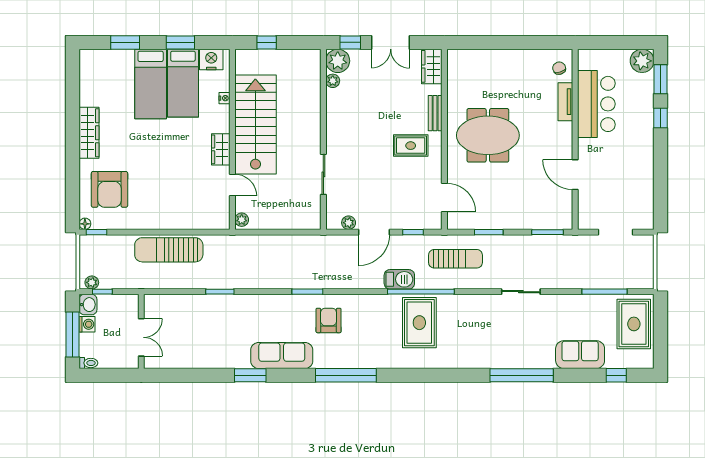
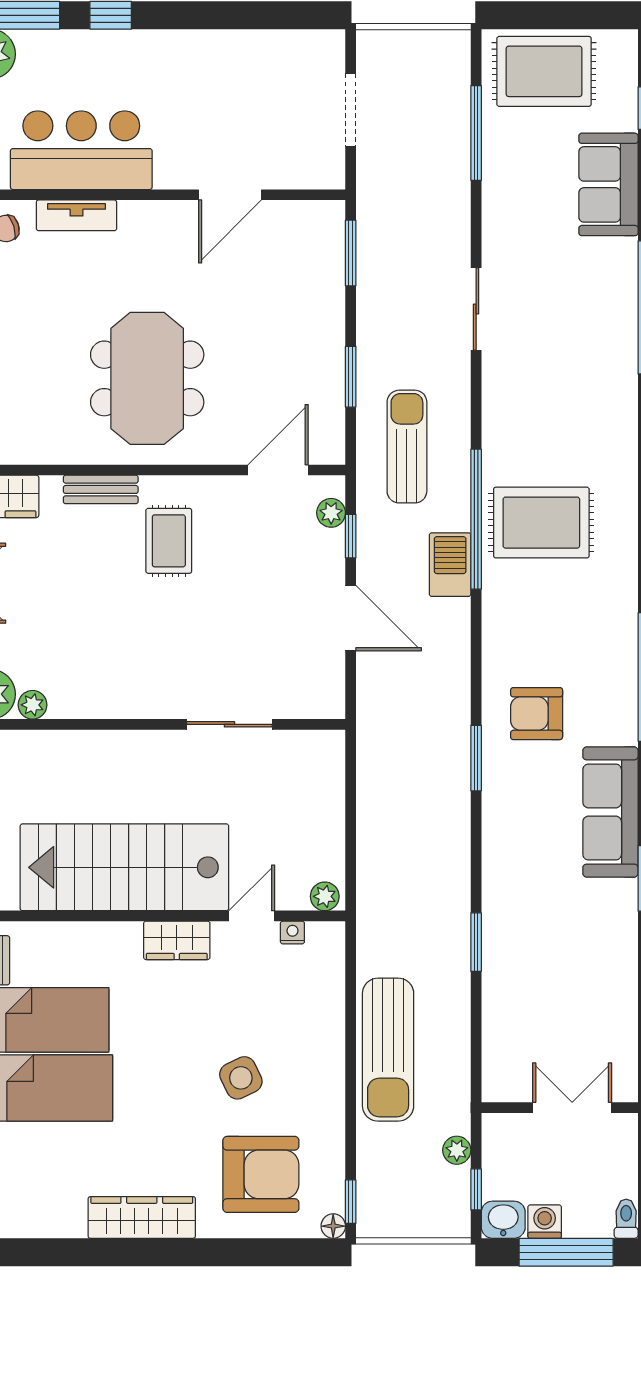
nightstand: (224, 98) -> (292, 933), moved
side table: (155, 180) -> (241, 1078), added
plant: (349, 223) -> (331, 513), moved
plant: (92, 282) -> (457, 1150), moved

